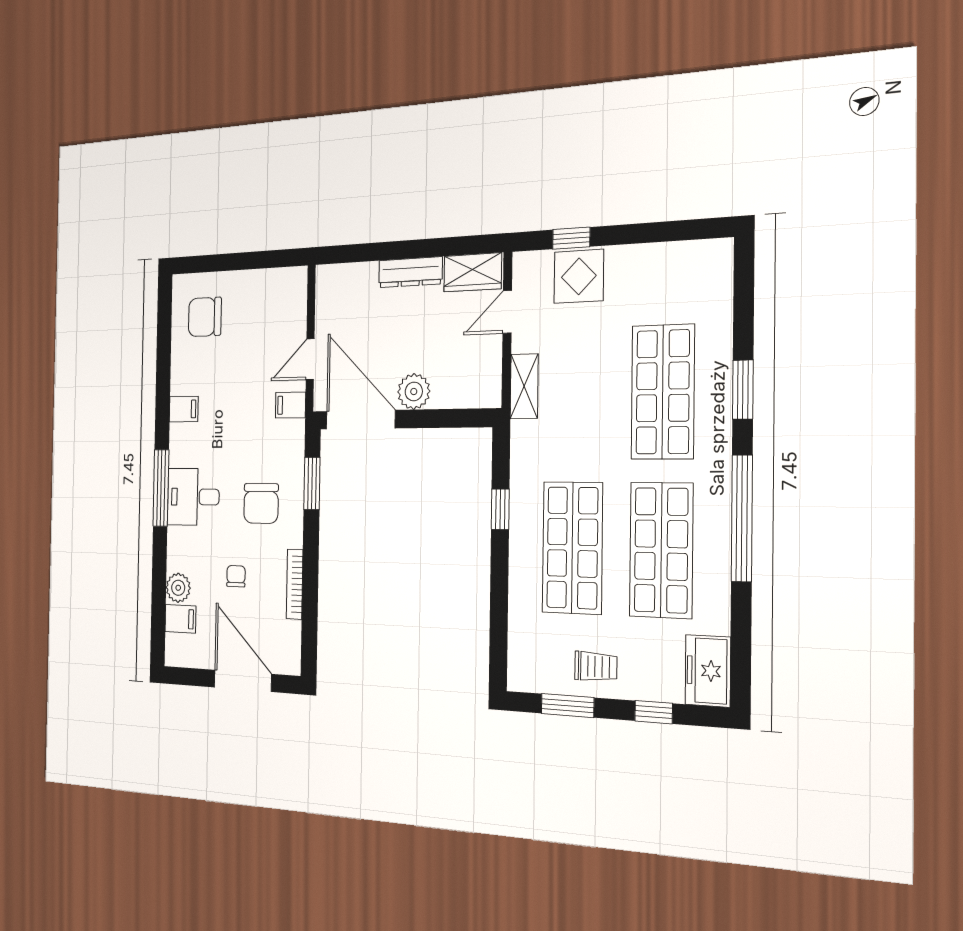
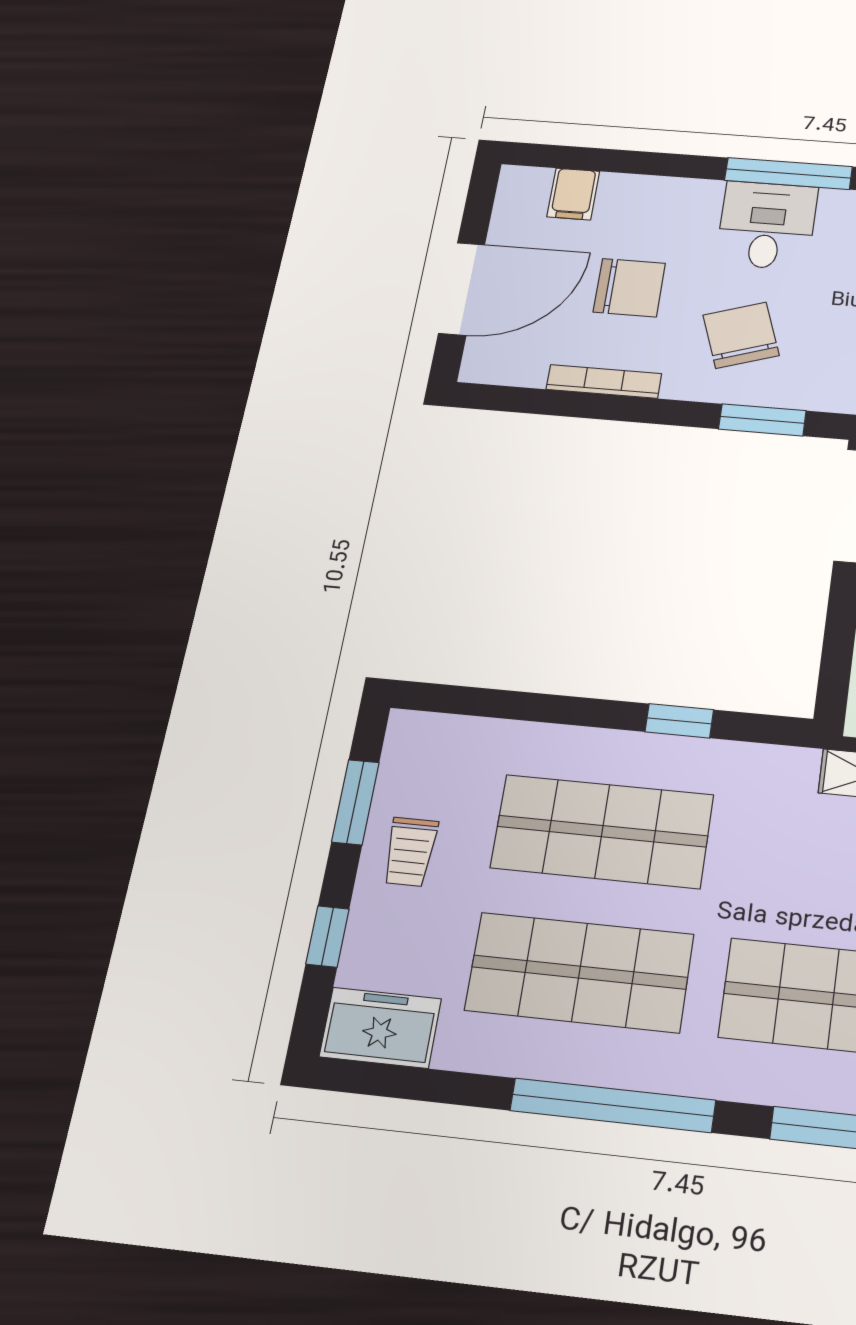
chair: (261, 503) -> (741, 335), turned 71
chair: (236, 576) -> (629, 288), width x1.87, depth x1.87
plant: (178, 588) -> (623, 193), removed

